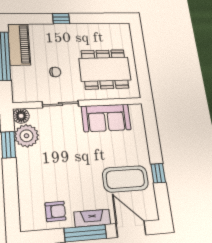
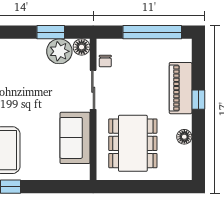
floor lamp: (94, 29) -> (184, 137), added
piano: (19, 44) -> (181, 88), moved, turned 90
chair: (55, 72) -> (105, 61), moved

